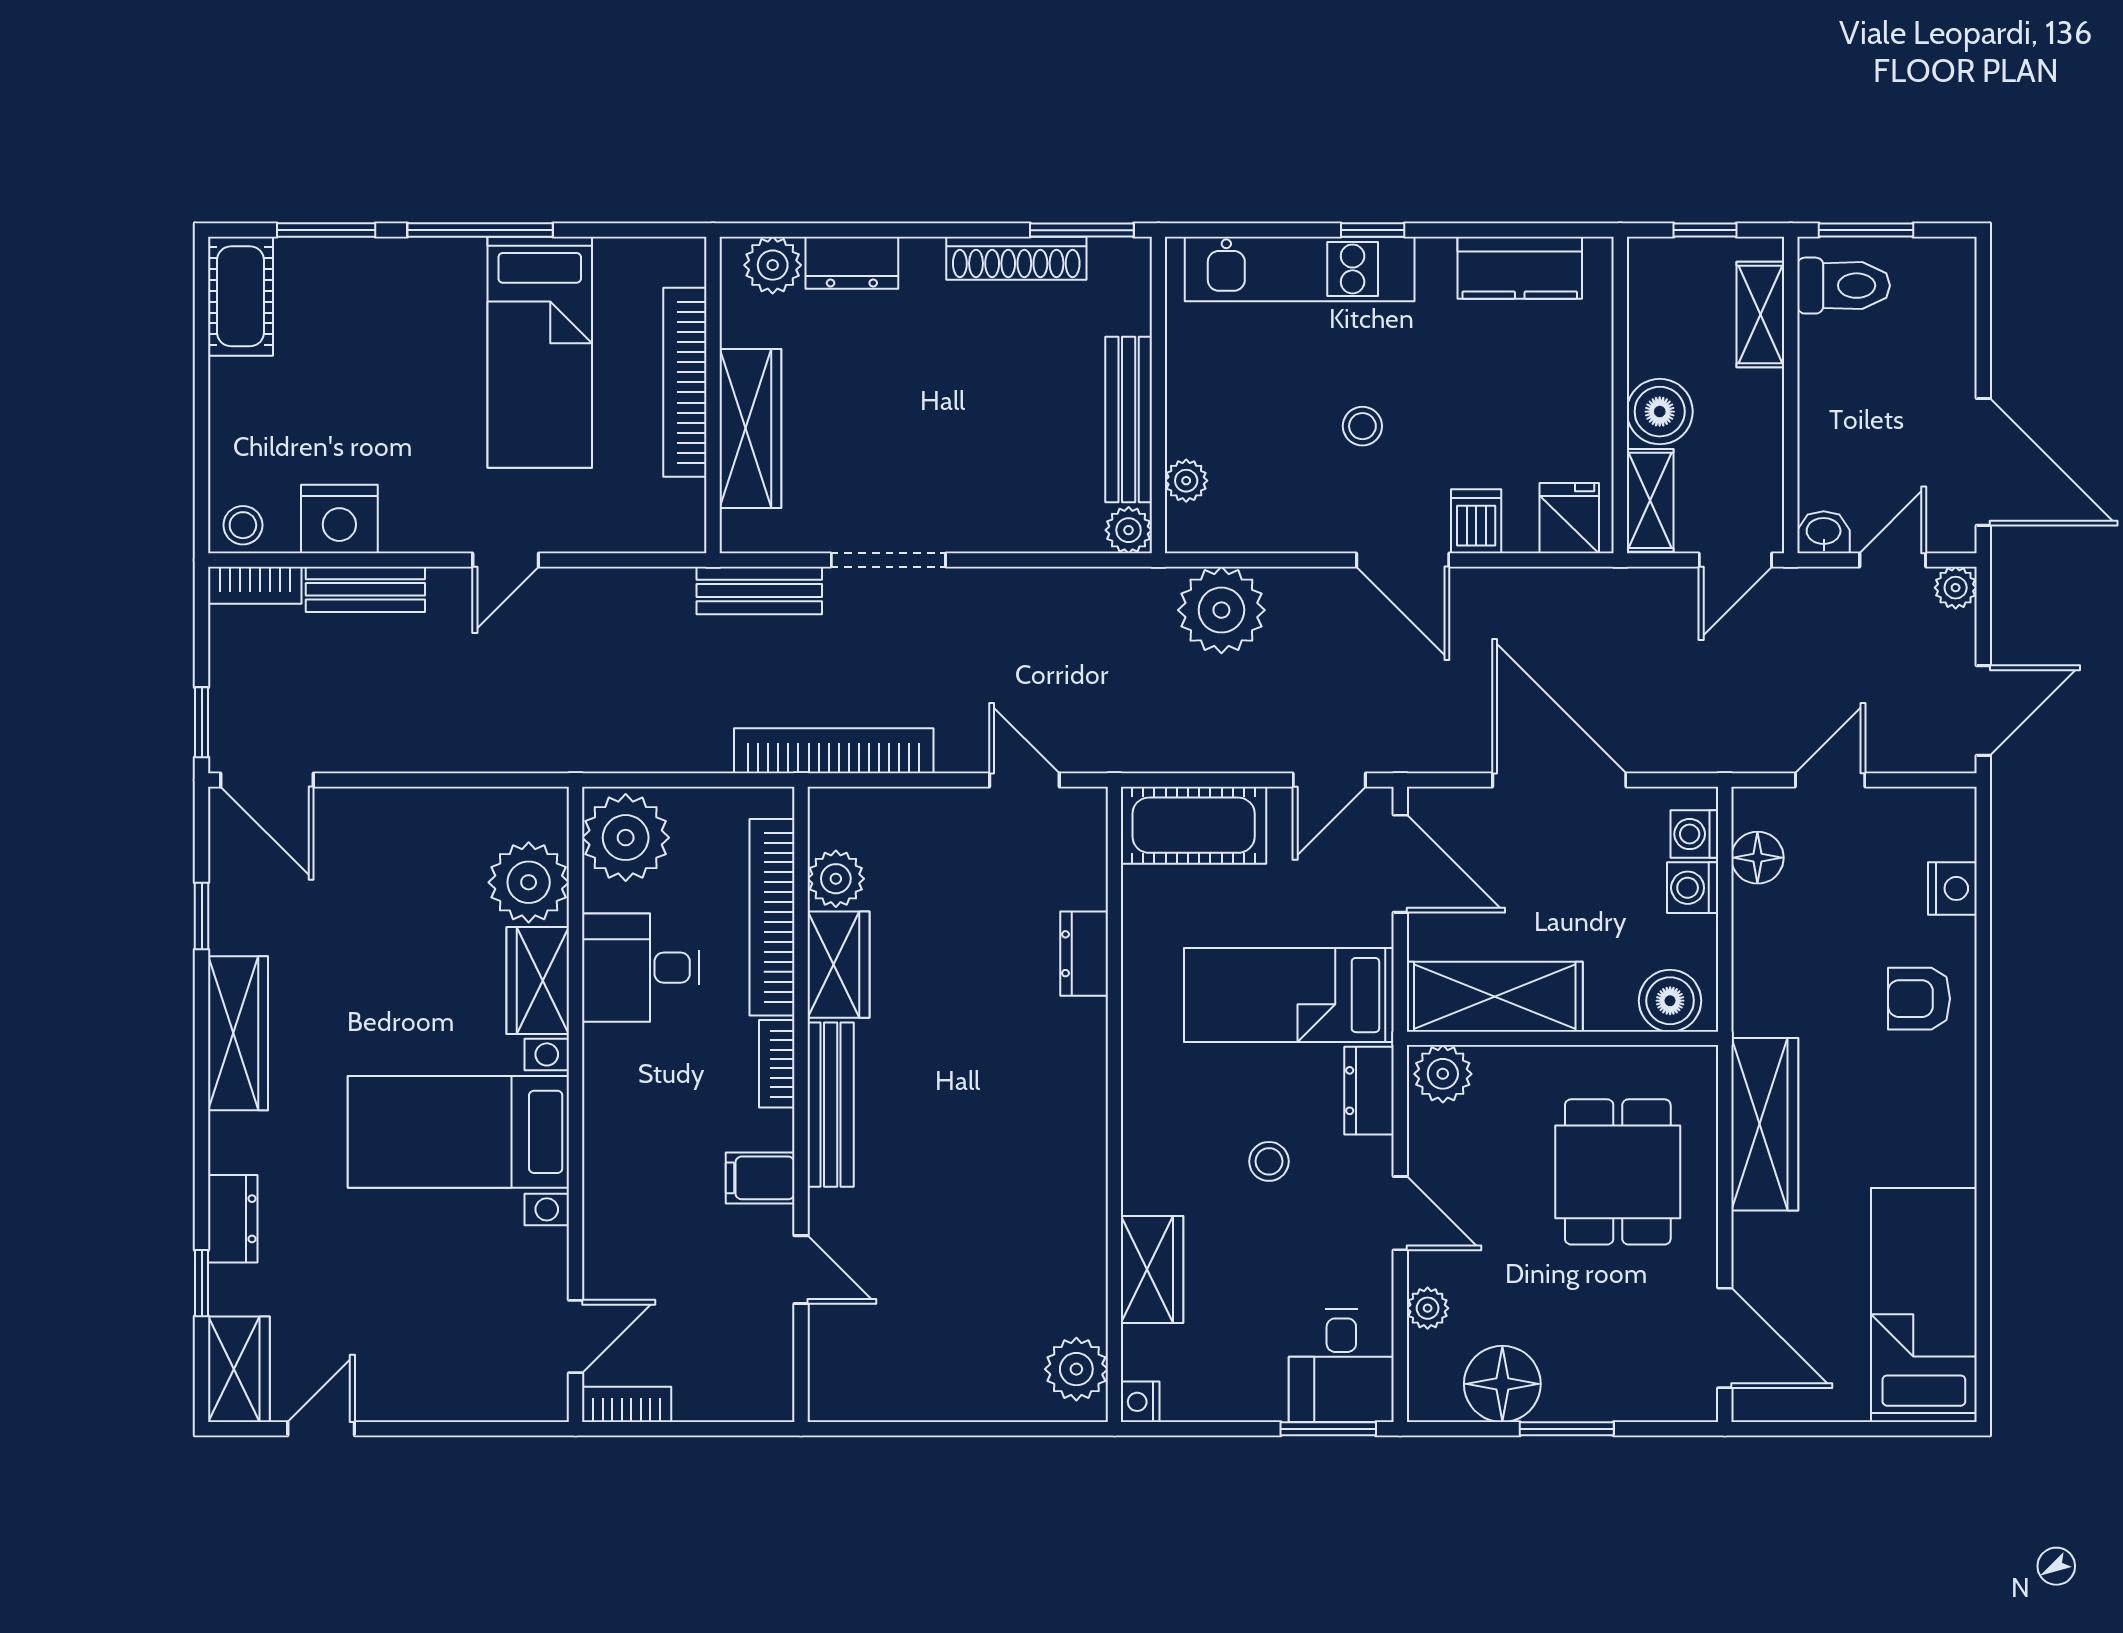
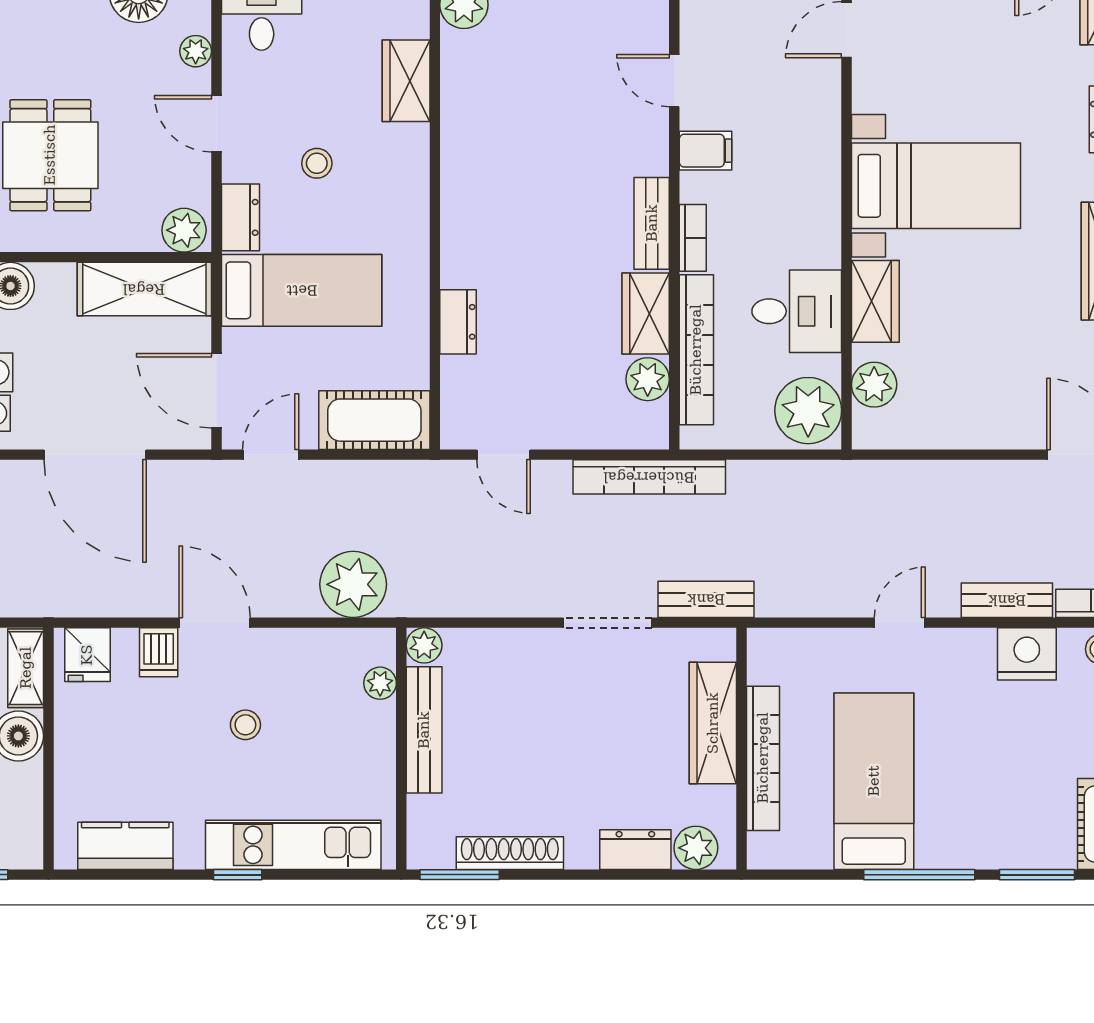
plant: (529, 882) -> (874, 385), width x0.73, depth x0.73
bench: (831, 1105) -> (652, 223), width x0.73

